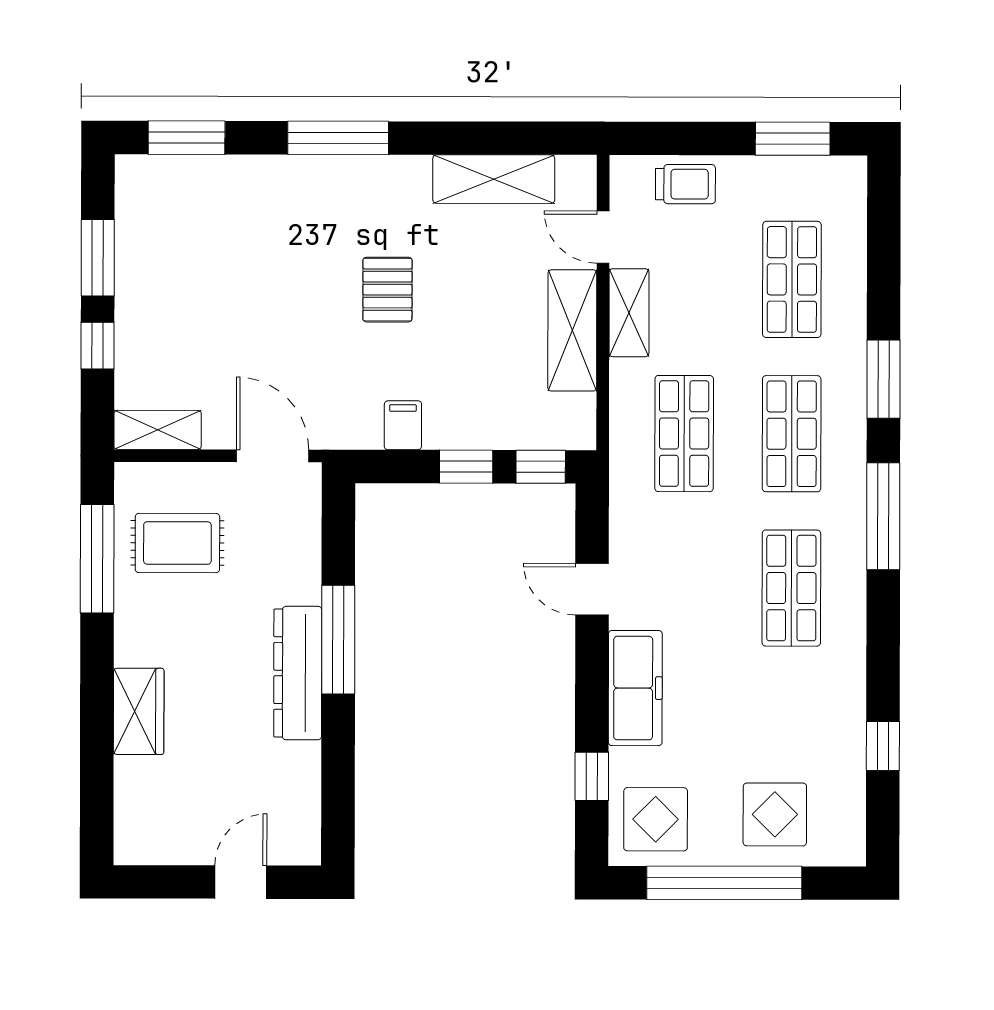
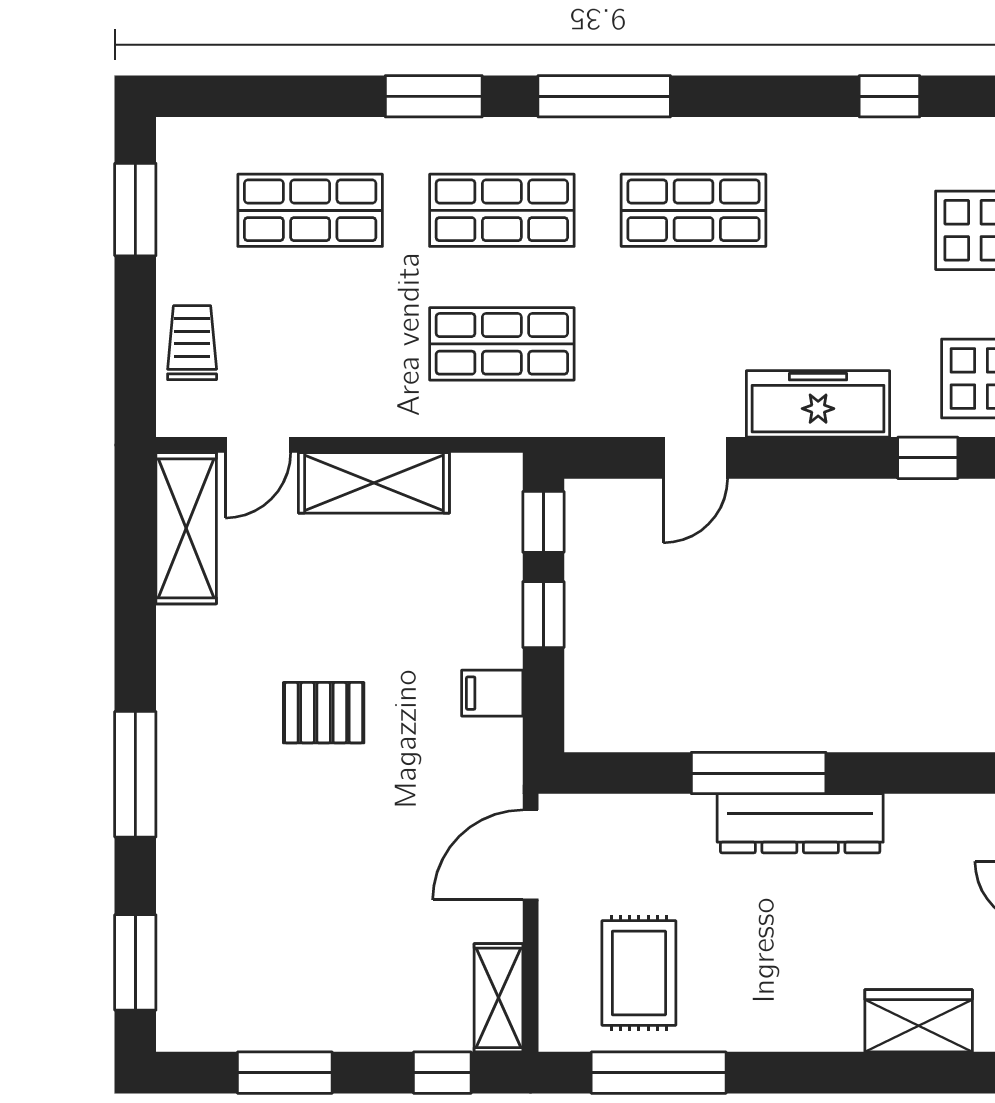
shelving: (494, 179) -> (186, 528), moved
shelving: (629, 313) -> (352, 413), removed
window: (98, 346) -> (442, 1073), moved
wardrobe: (139, 711) -> (919, 1021), moved

